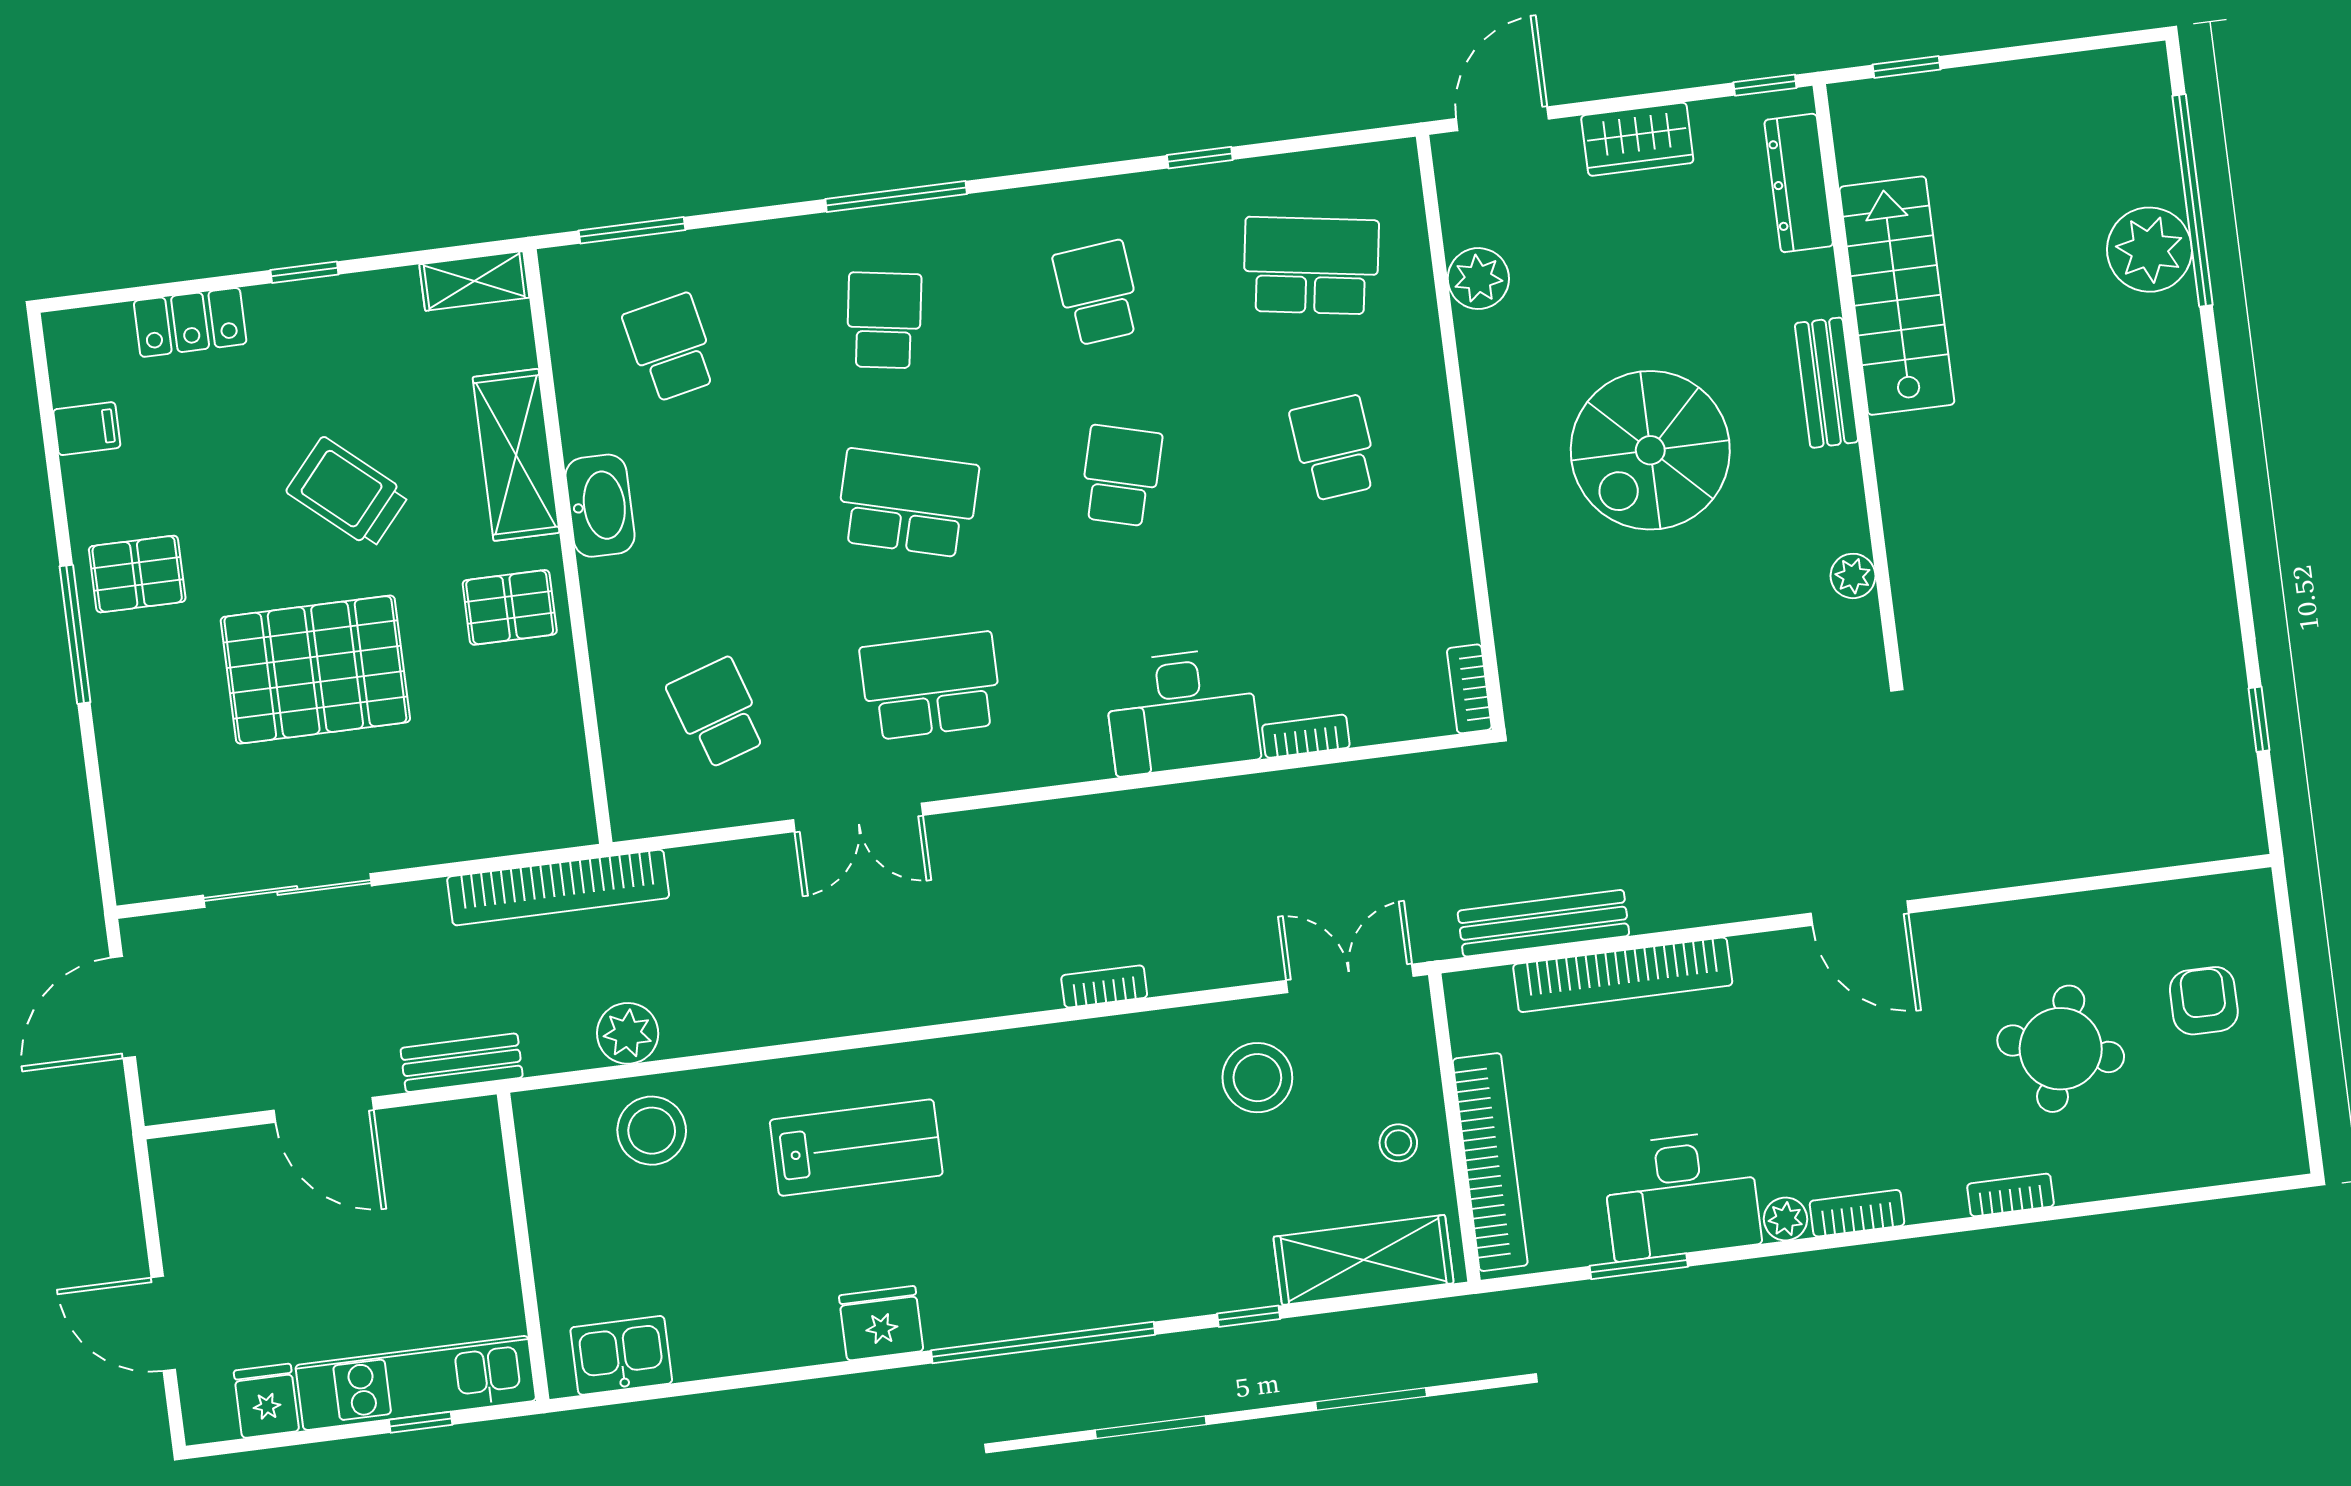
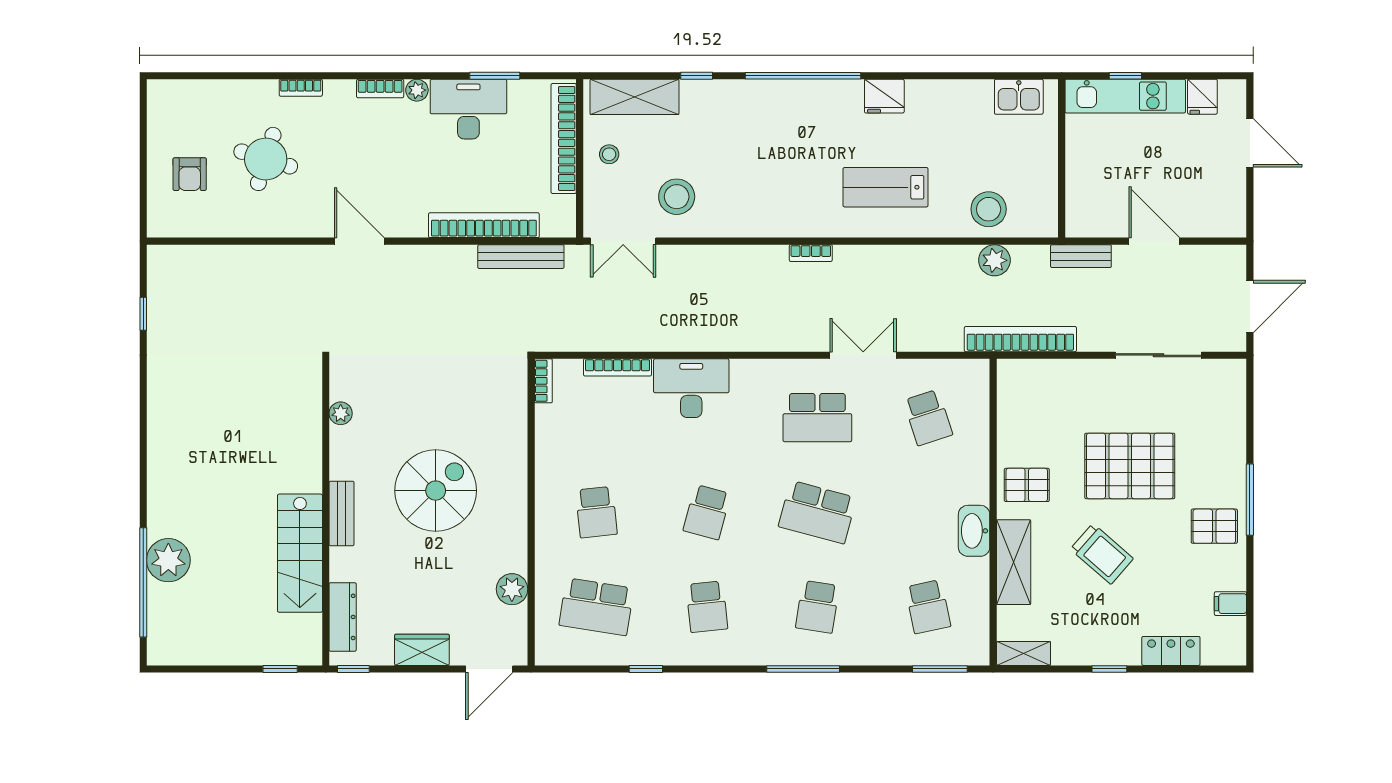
bookcase: (1306, 736) -> (617, 367), width x1.56
bookcase: (1104, 986) -> (811, 253), moved

